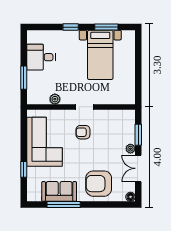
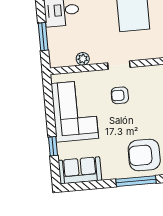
sofa: (59, 191) -> (80, 170), moved
window: (64, 205) -> (136, 181), moved

